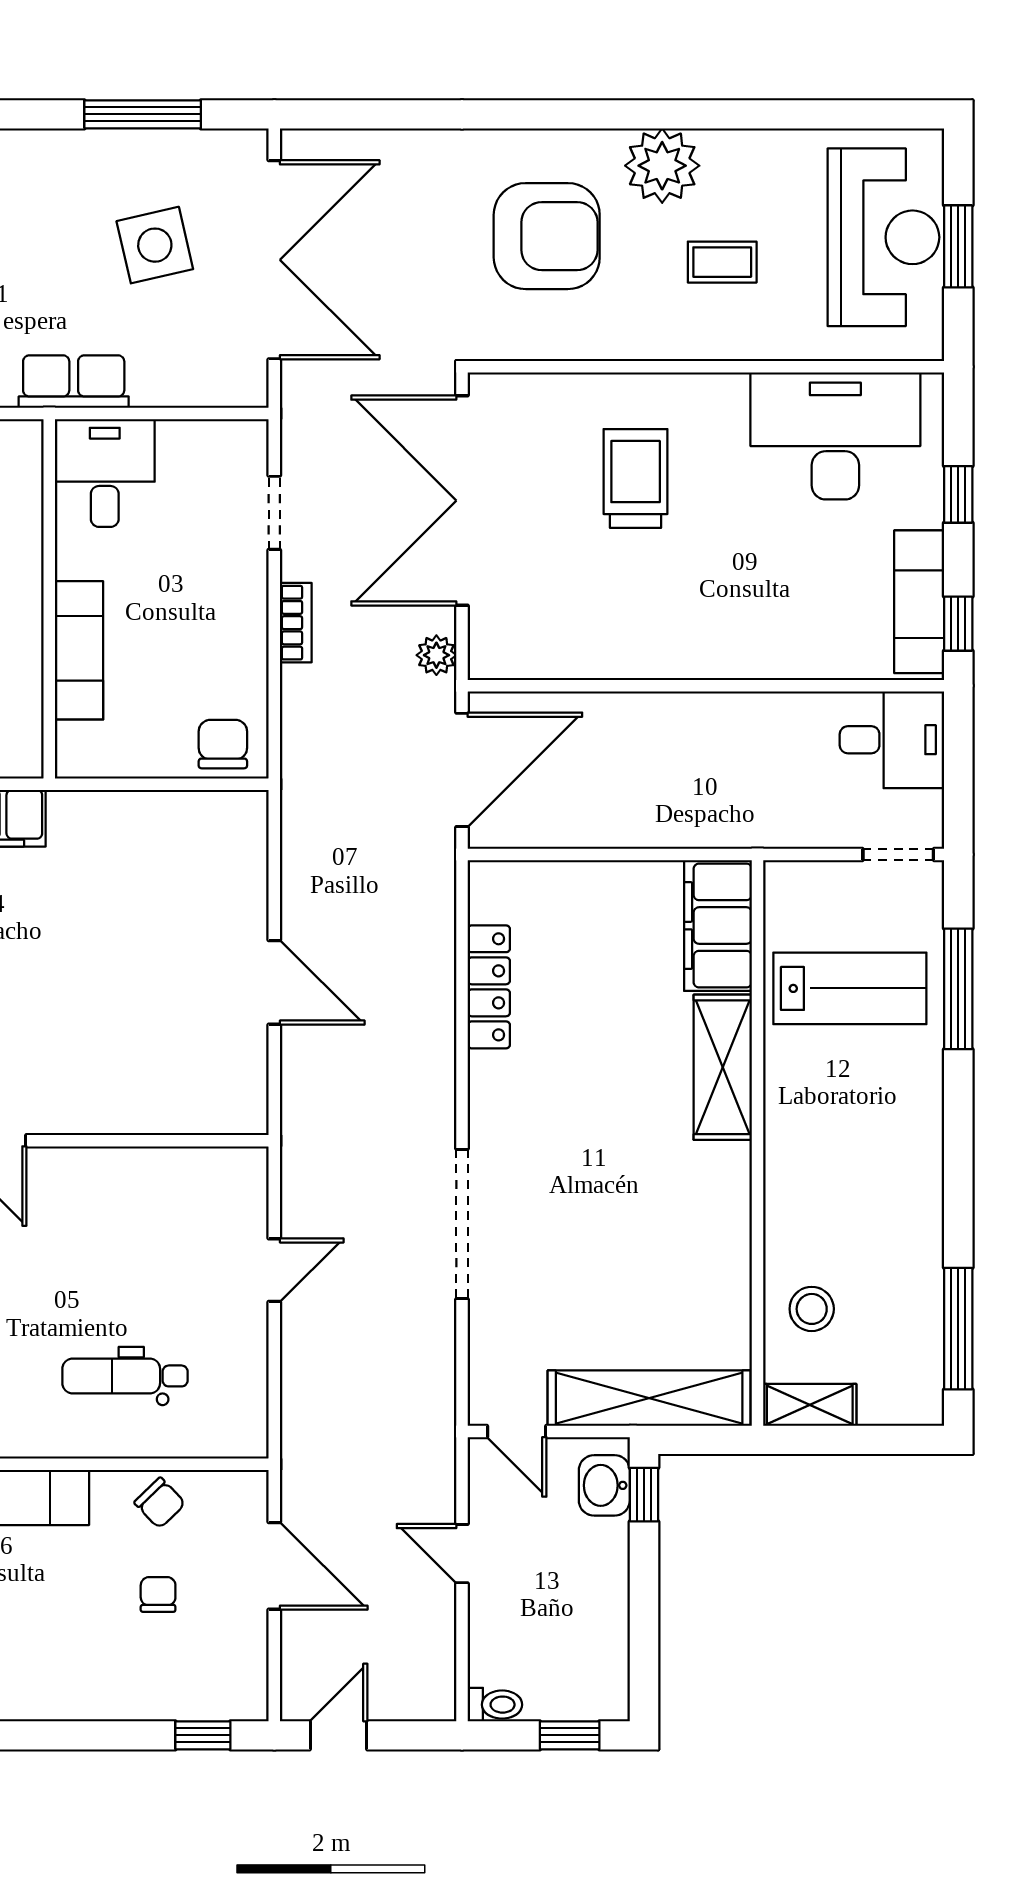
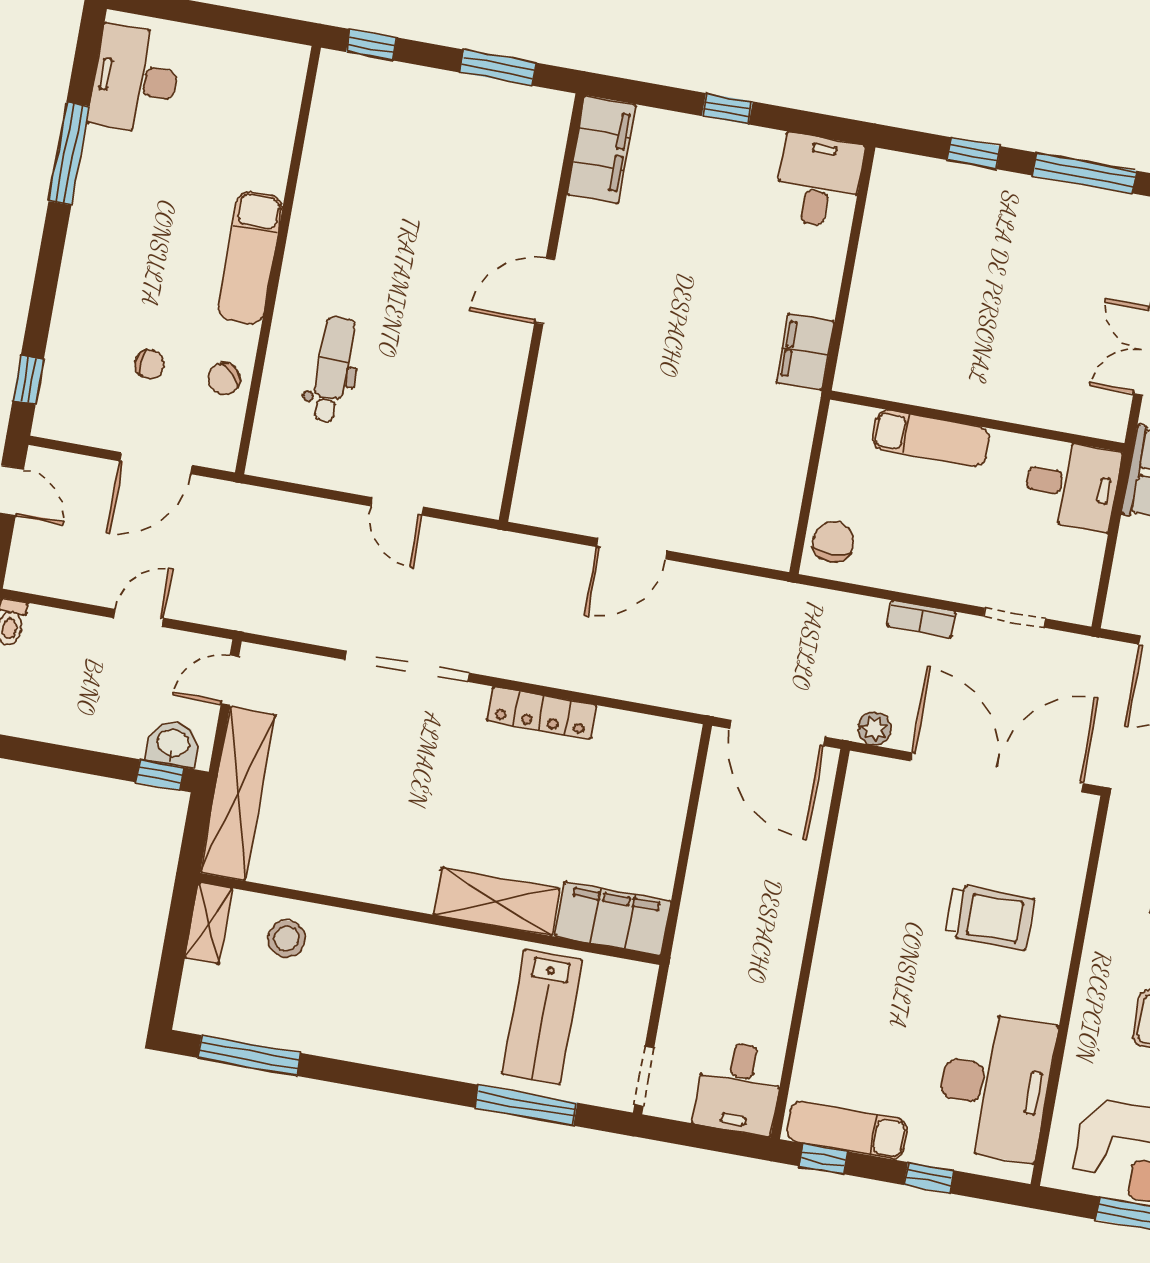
chair: (223, 744) -> (833, 542), turned -90
locker: (489, 987) -> (541, 713), moved

